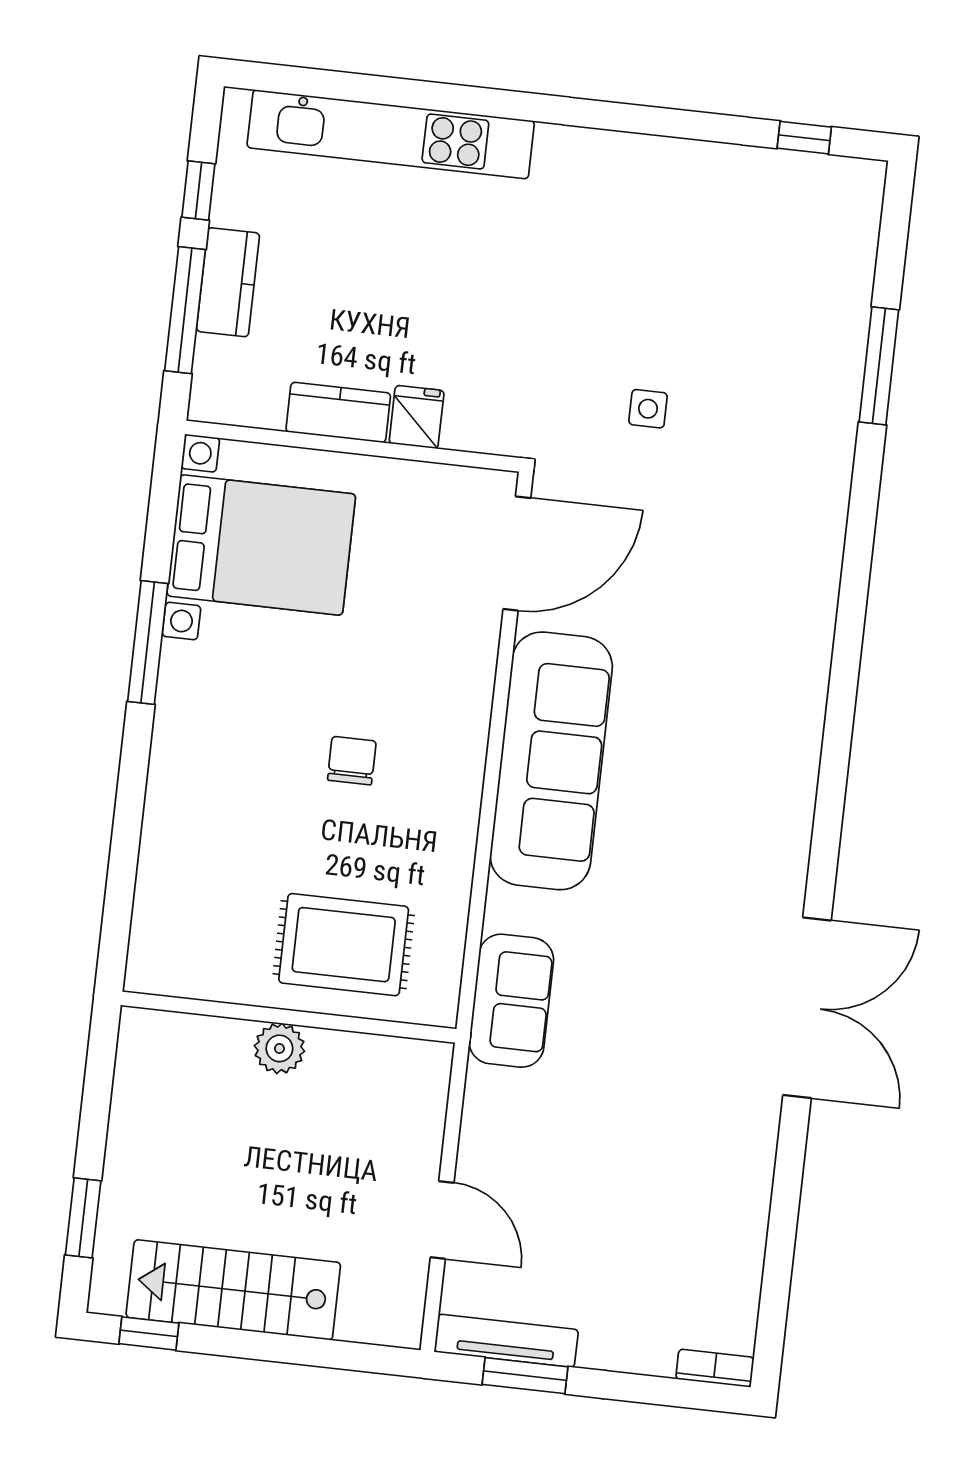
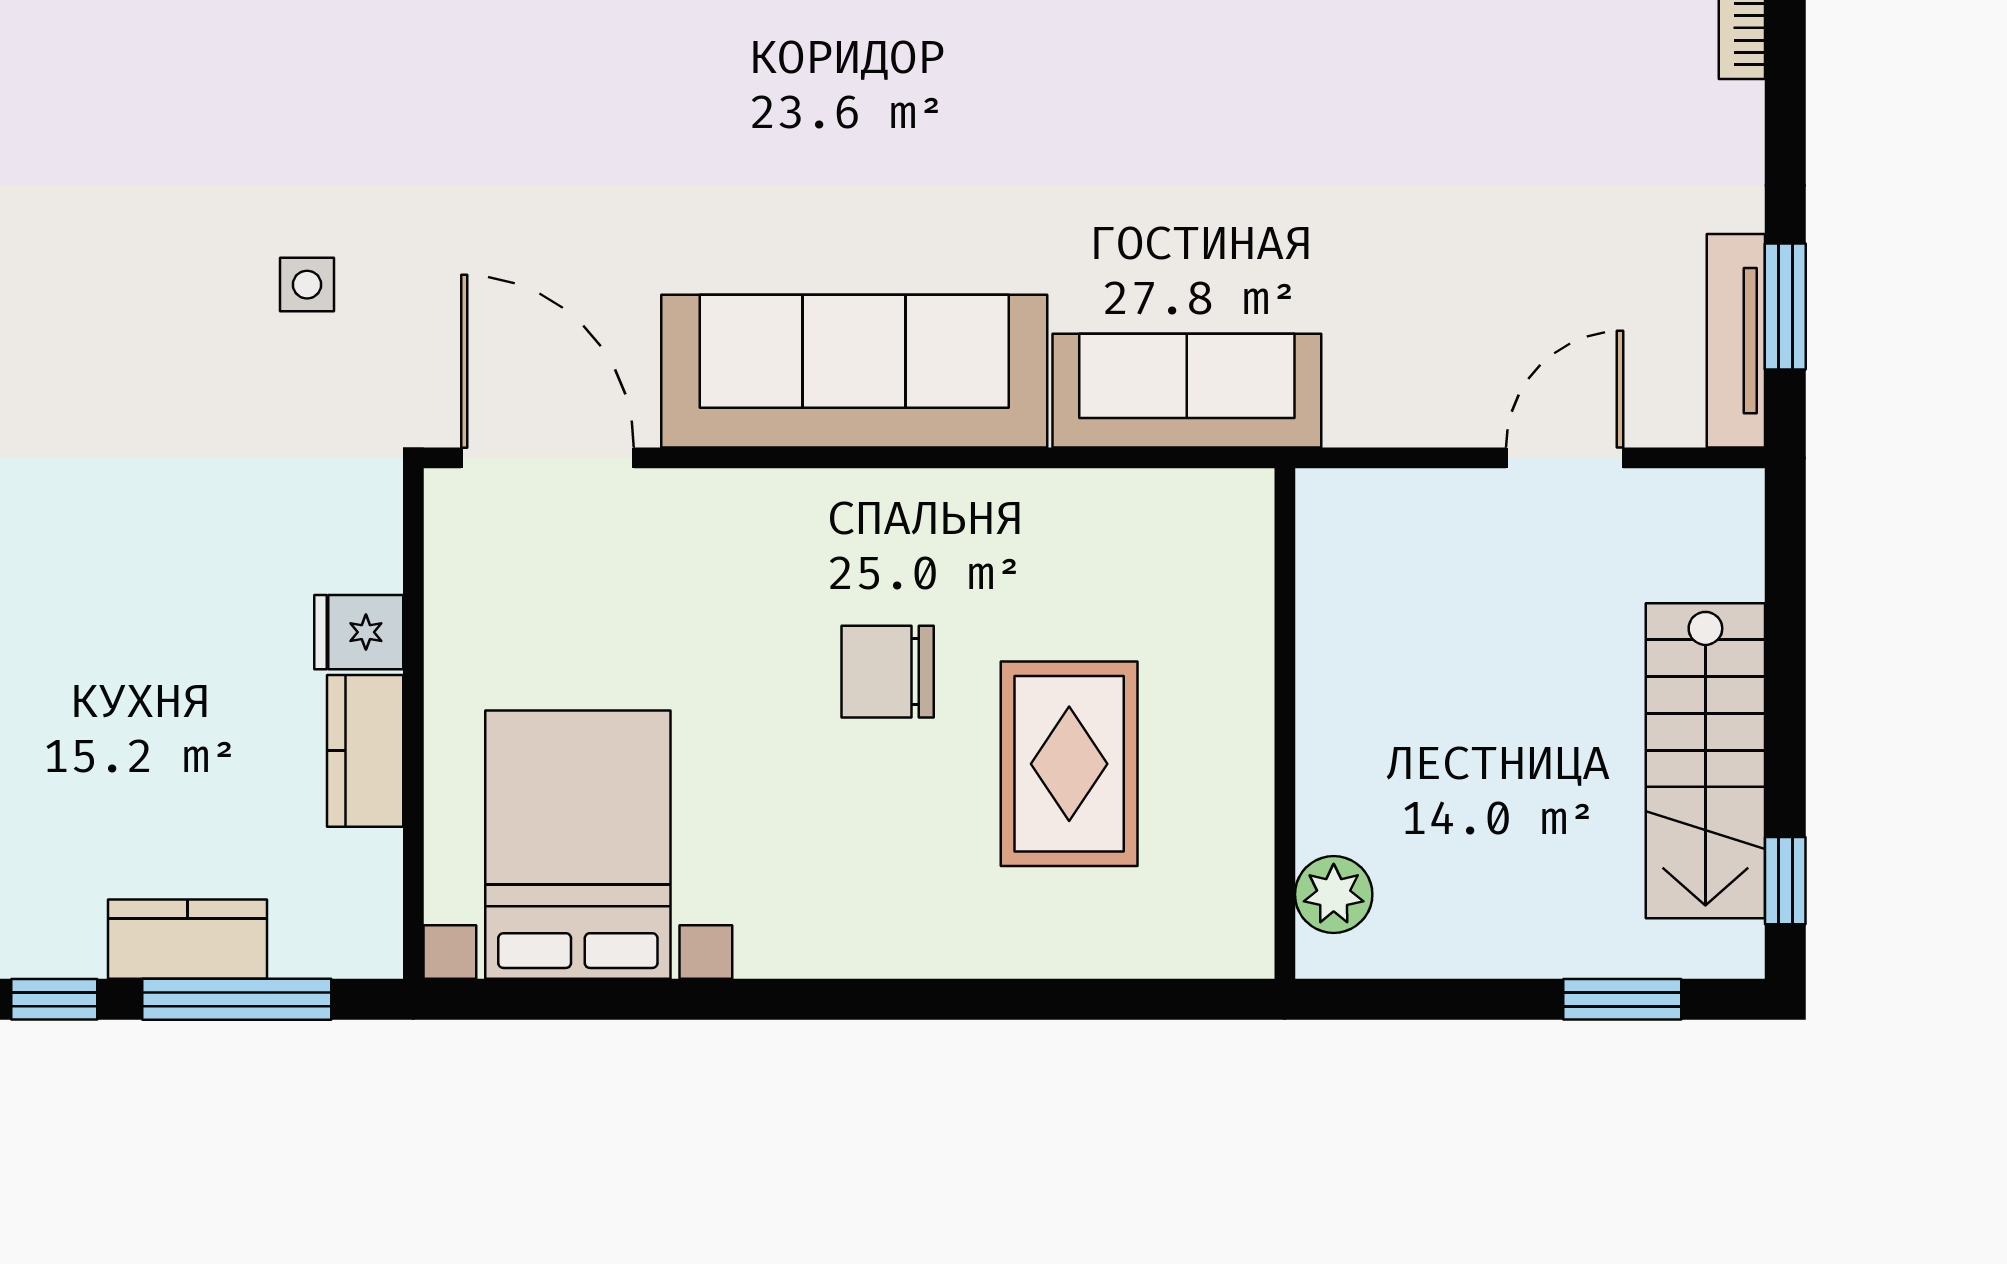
window: (148, 642) -> (744, 999), removed
chair: (352, 761) -> (888, 672), width x1.37, depth x1.37
rug: (344, 945) -> (1069, 764), moved
sofa: (511, 1001) -> (1187, 391), width x1.36
plant: (279, 1048) -> (1334, 894), moved

